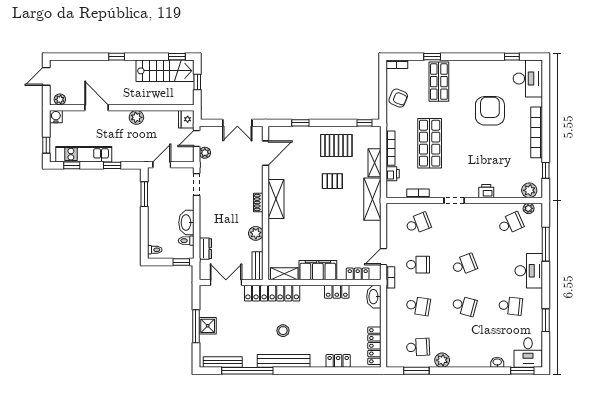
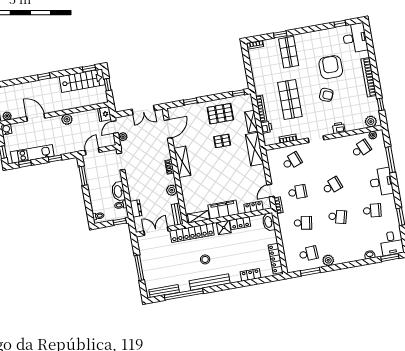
armchair: (398, 98) -> (326, 95), moved
shower: (208, 326) -> (224, 228), moved

